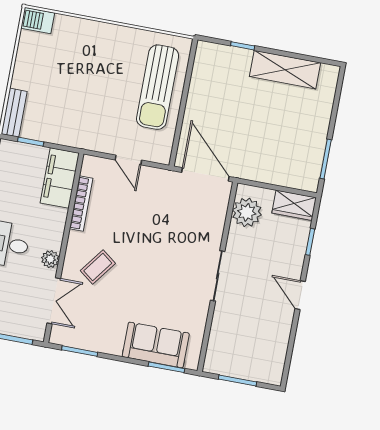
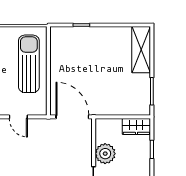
shelving: (285, 70) -> (141, 50), moved, turned 90
sun lounger: (158, 87) -> (29, 64), turned 180
plant: (247, 212) -> (105, 154), moved

